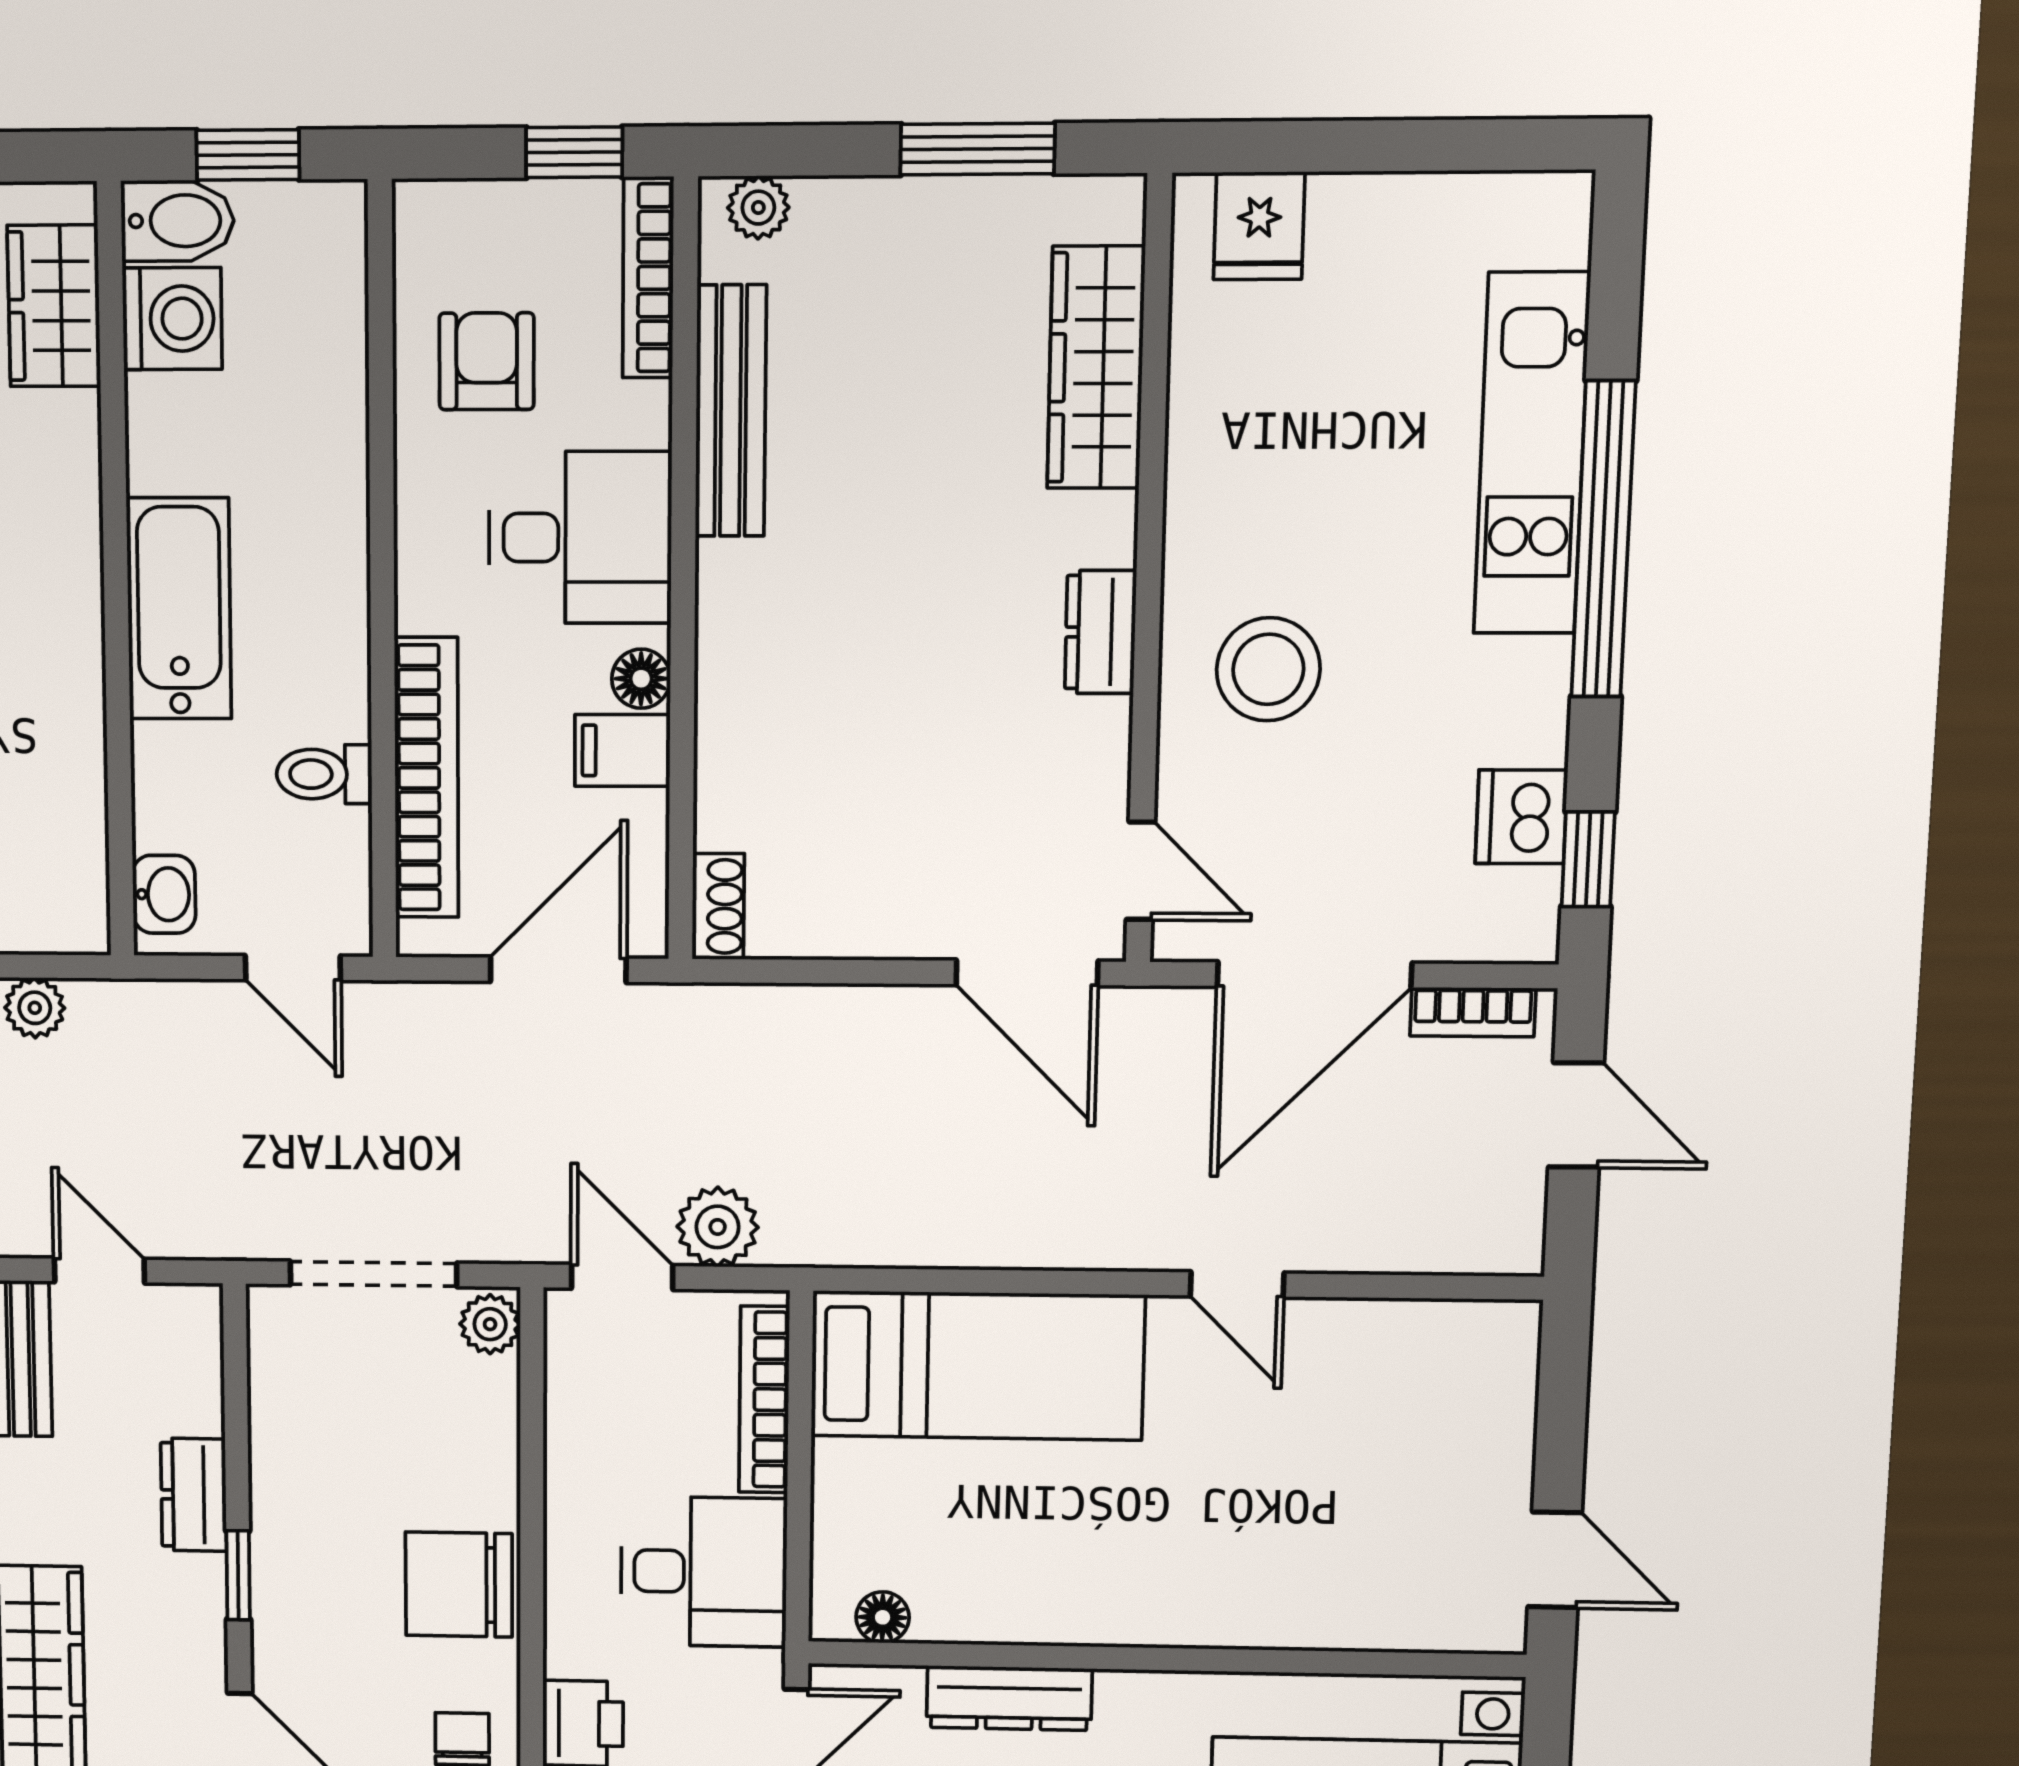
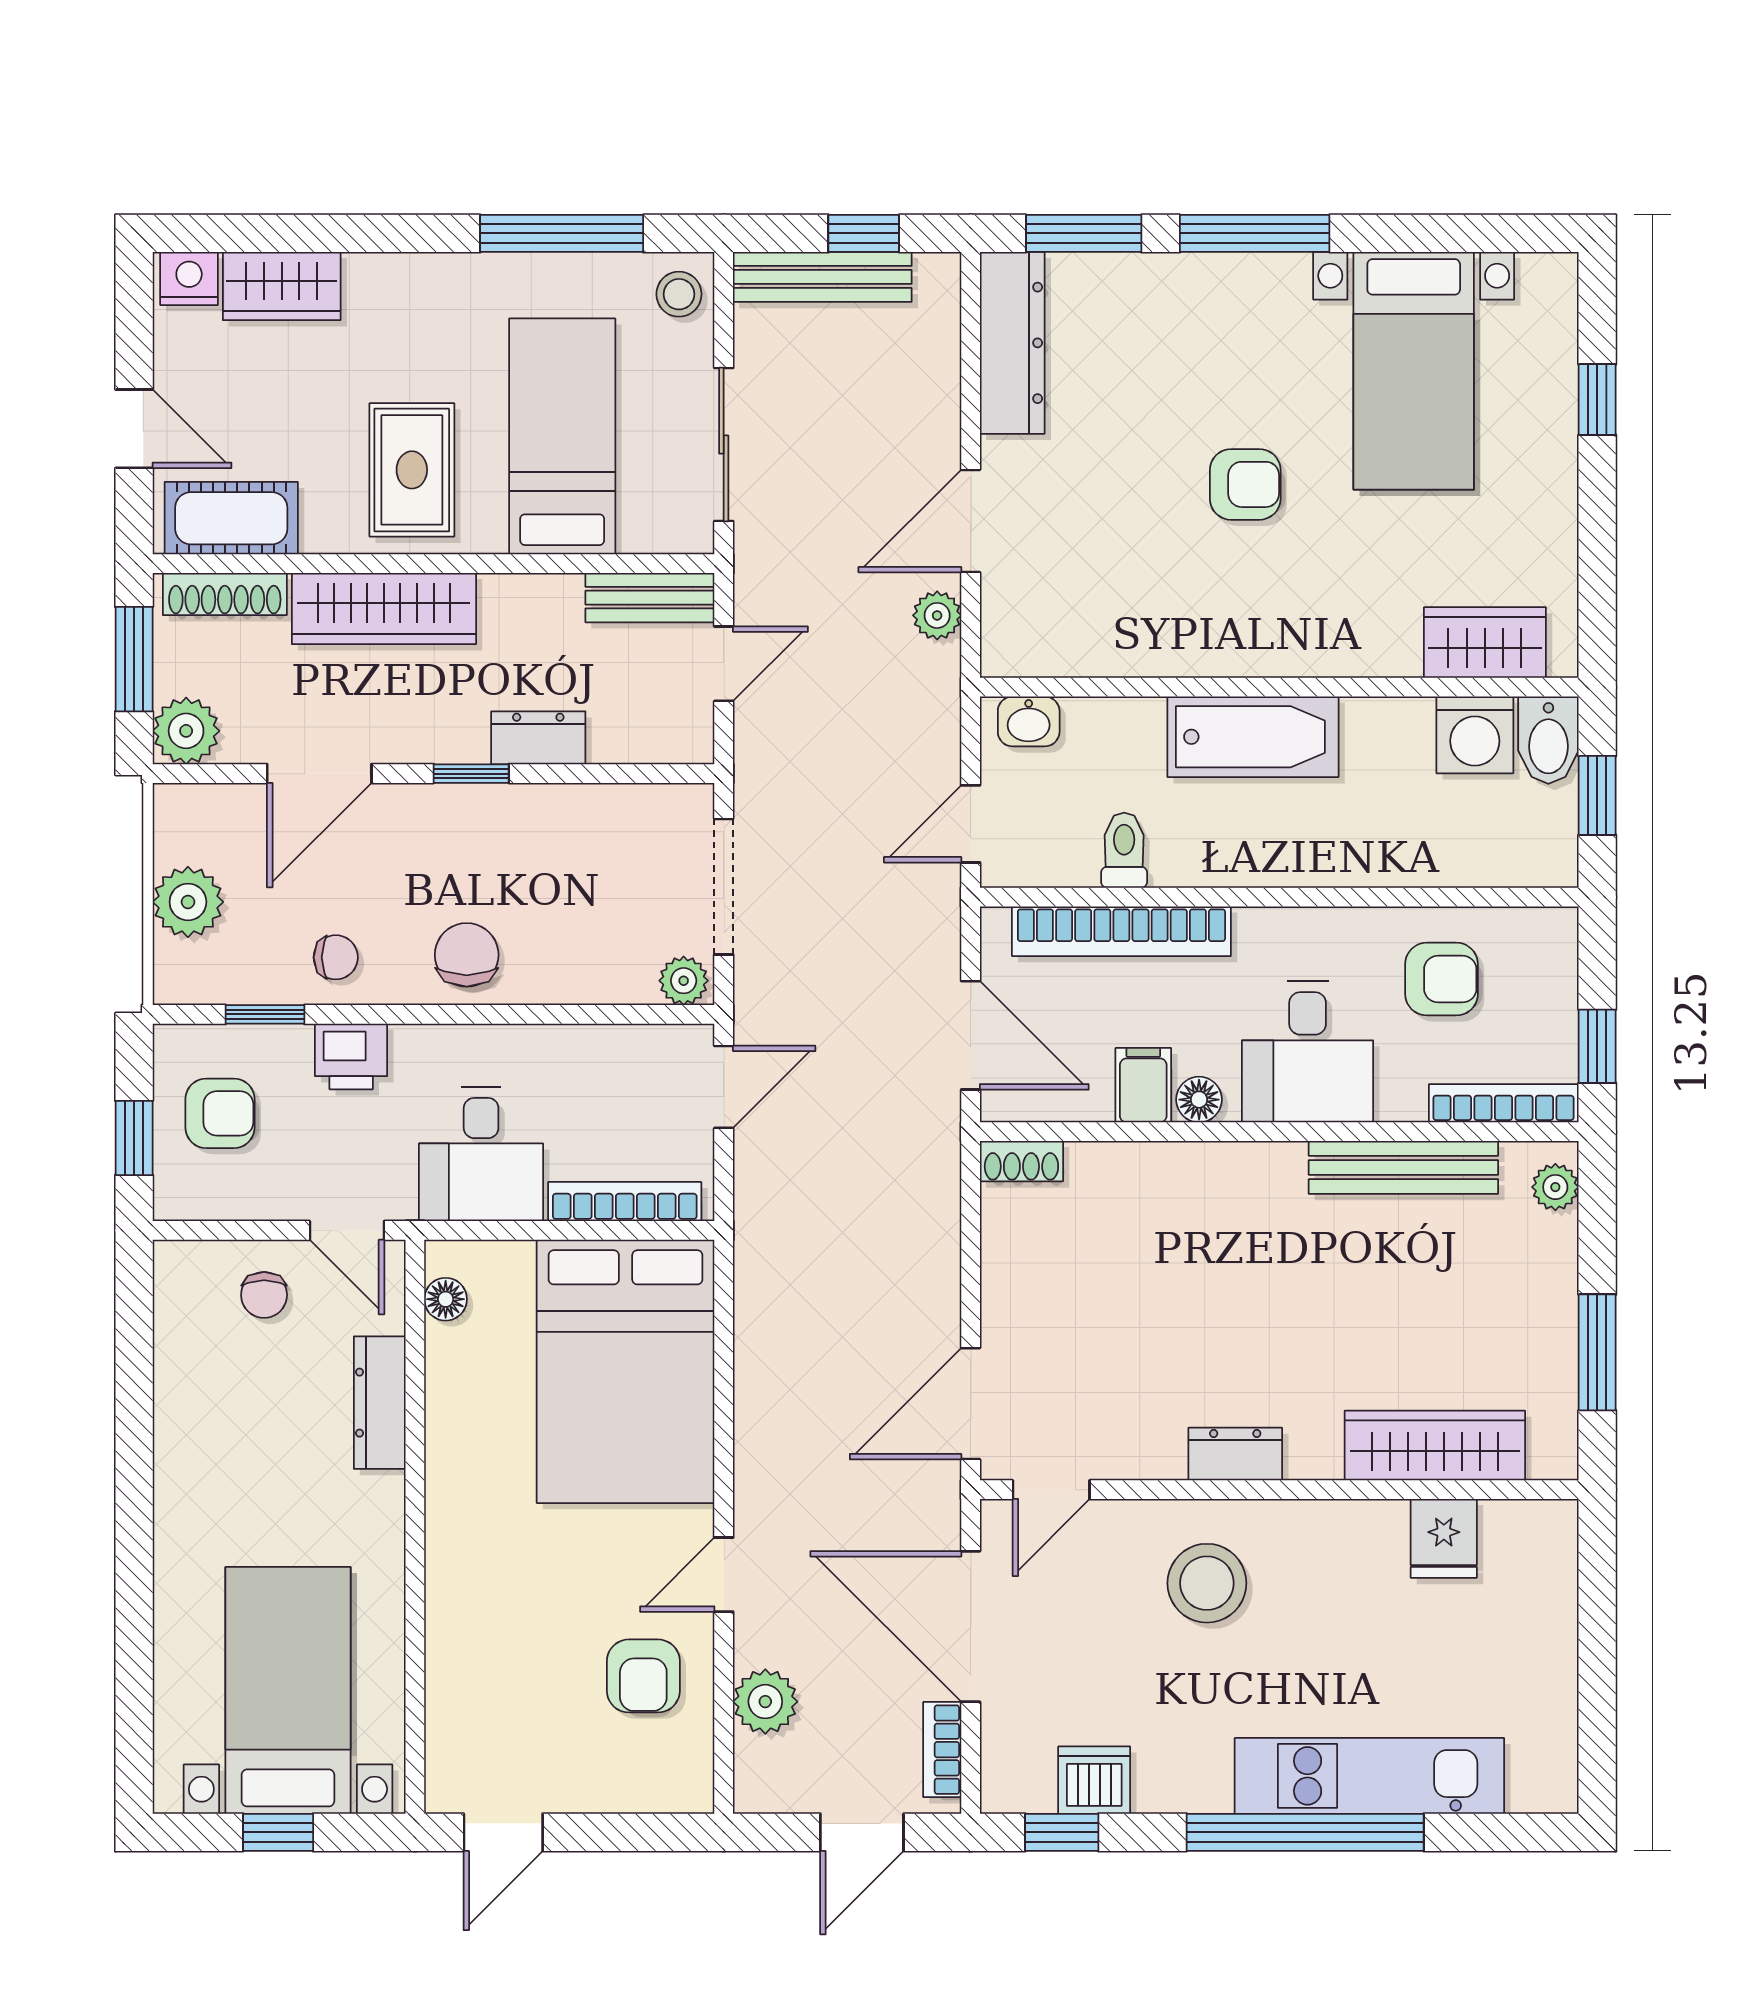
fridge: (1259, 226) -> (1444, 1538), moved, turned -90
plant: (718, 1227) -> (765, 1702), moved
bed: (977, 1366) -> (626, 1371), width x1.50
armchair: (1363, 1385) -> (643, 1676), added
chair: (459, 1585) -> (467, 955), width x0.73, depth x0.73

